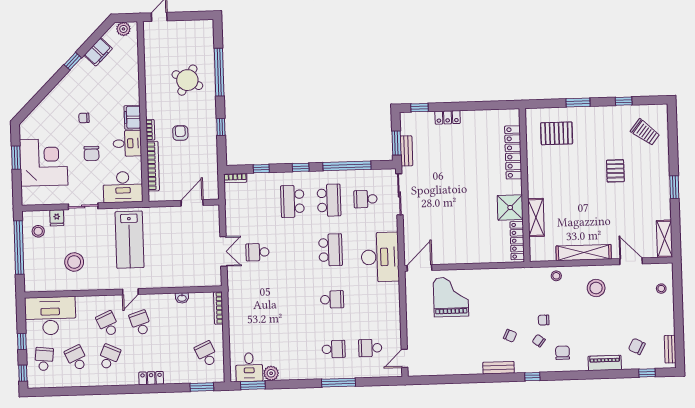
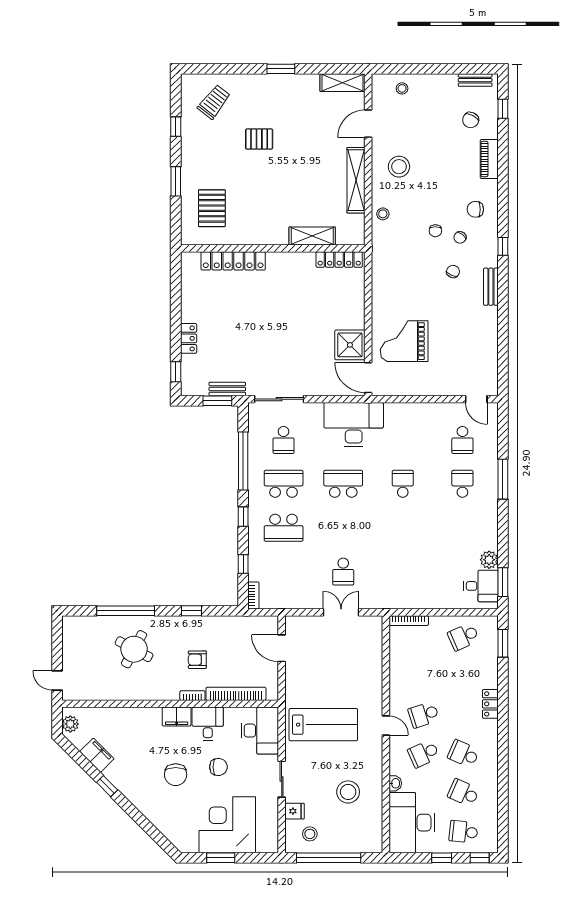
chair: (84, 118) -> (176, 775), width x1.87, depth x1.87
shower: (510, 208) -> (350, 345), moved
washbasin: (182, 298) -> (395, 783), moved
school desk: (76, 358) -> (463, 793), turned 48

